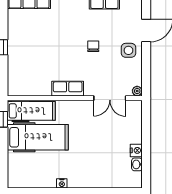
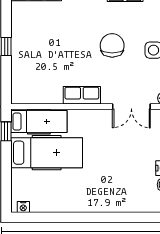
chair: (93, 46) -> (112, 45), width x1.87, depth x1.87
nightstand: (62, 183) -> (23, 207), moved

